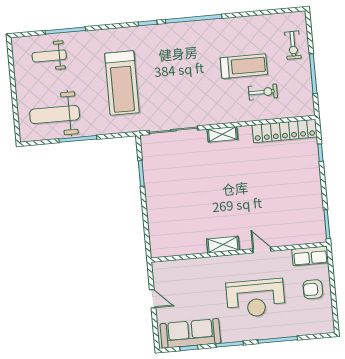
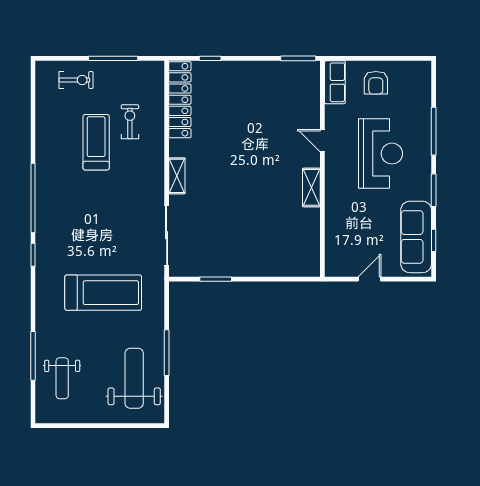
weight bench: (55, 115) -> (134, 378), turned 180
door: (262, 250) -> (322, 141), hinge flipped

